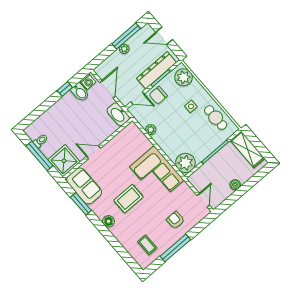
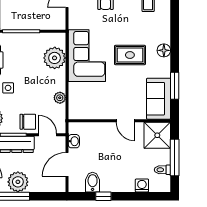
plant: (124, 49) -> (18, 182), width x1.87, depth x1.87
washing machine: (88, 82) -> (142, 185), moved
washbasin: (118, 114) -> (74, 141), width x0.52, depth x0.69
plant: (185, 163) -> (55, 58), moved

